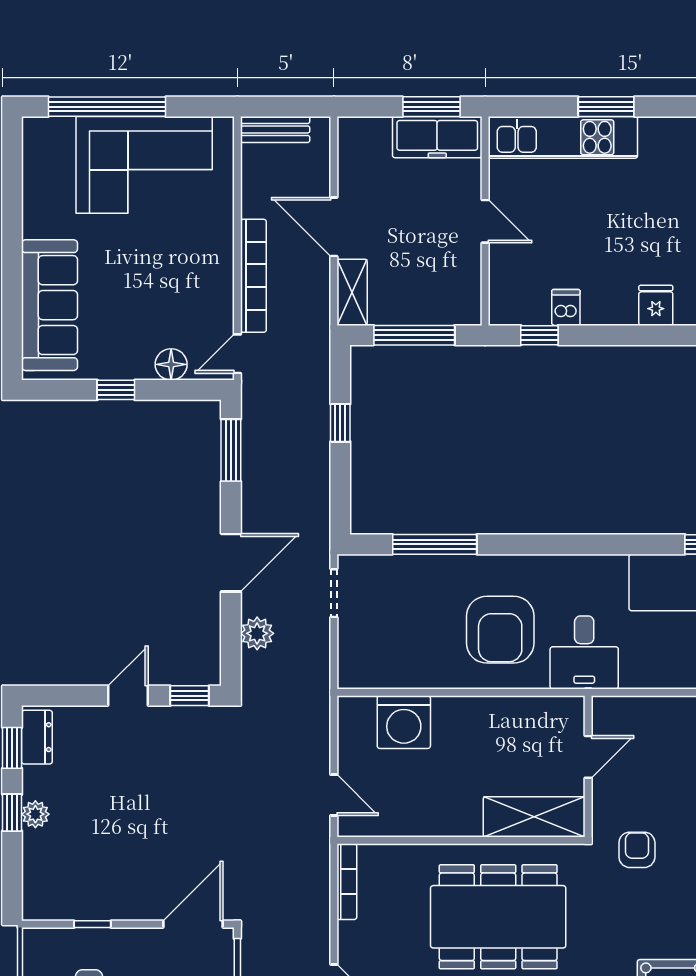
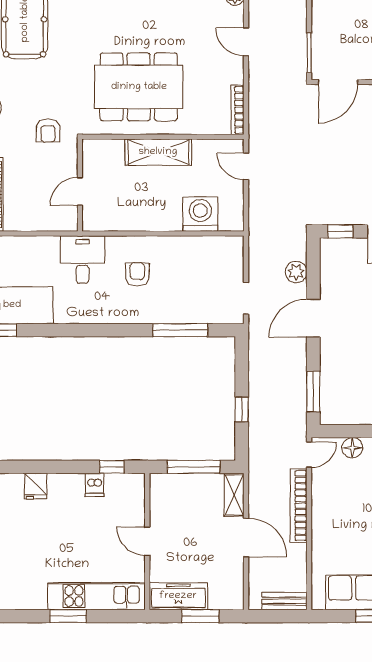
window: (432, 107) -> (200, 616), moved
armchair: (500, 630) -> (137, 274), width x0.53, depth x0.53
shelving: (534, 817) -> (158, 152), moved

